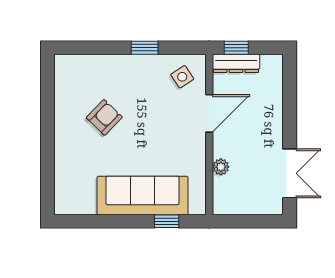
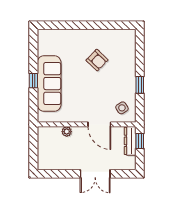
double door: (290, 173) -> (95, 174), moved
window: (167, 221) -> (33, 81), moved

